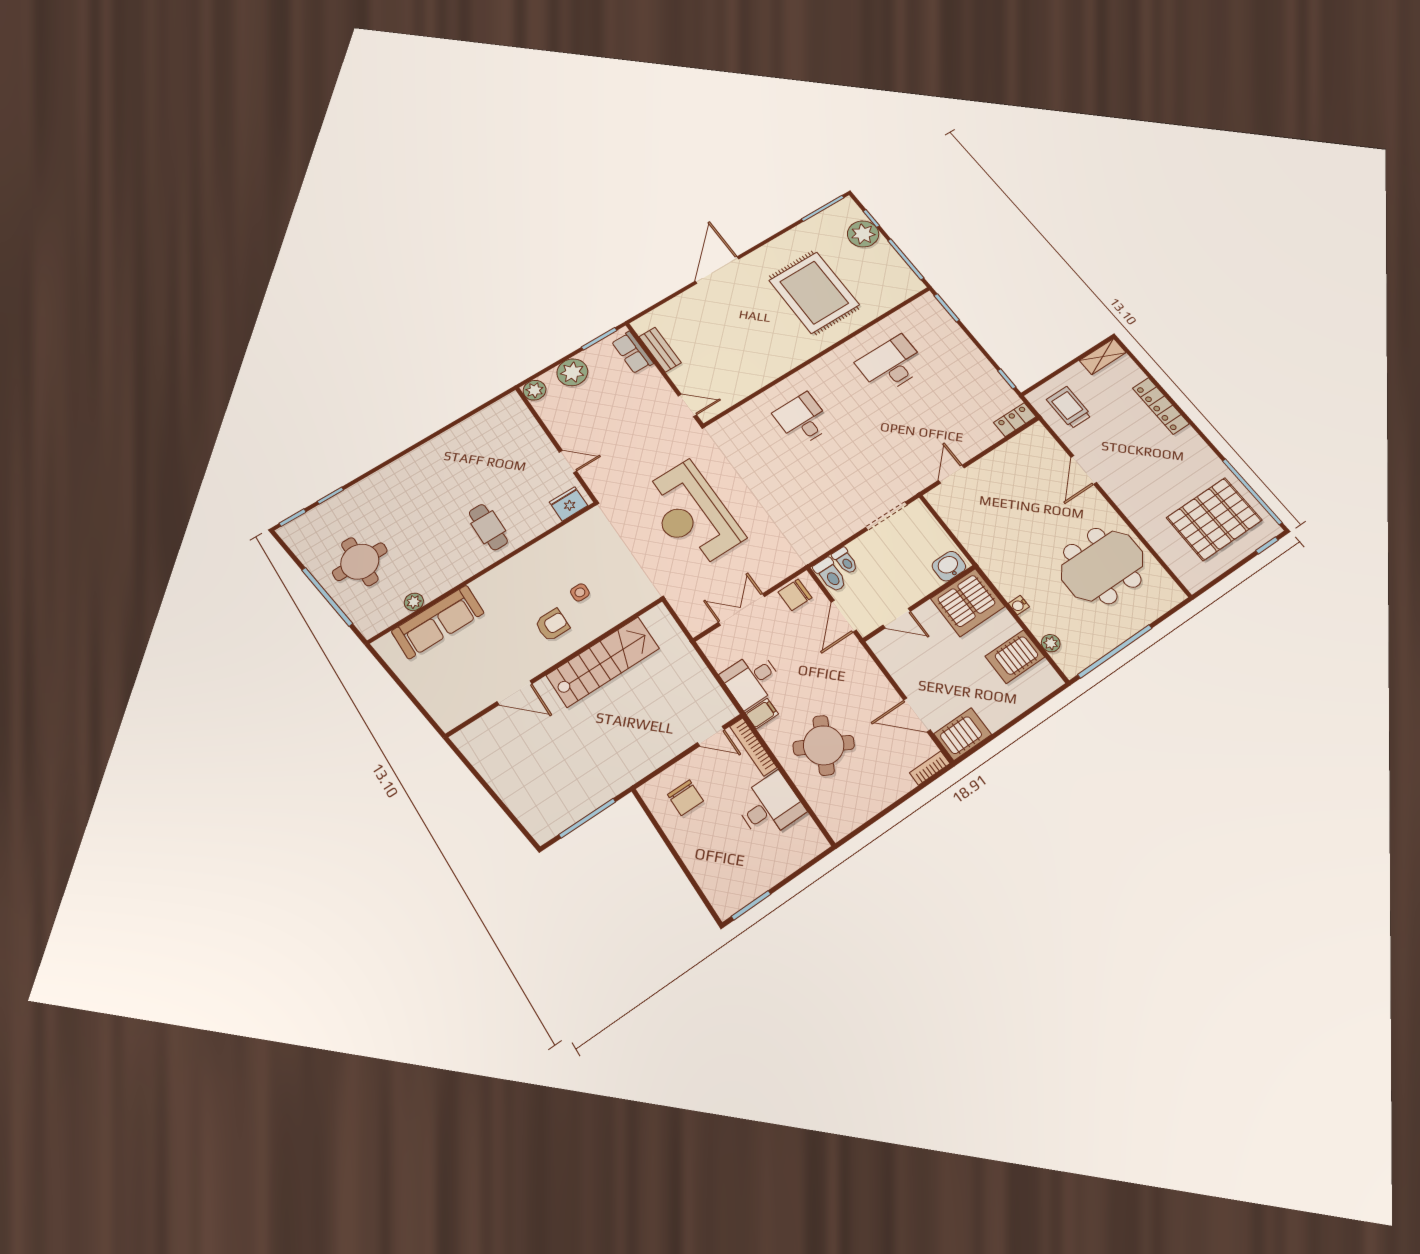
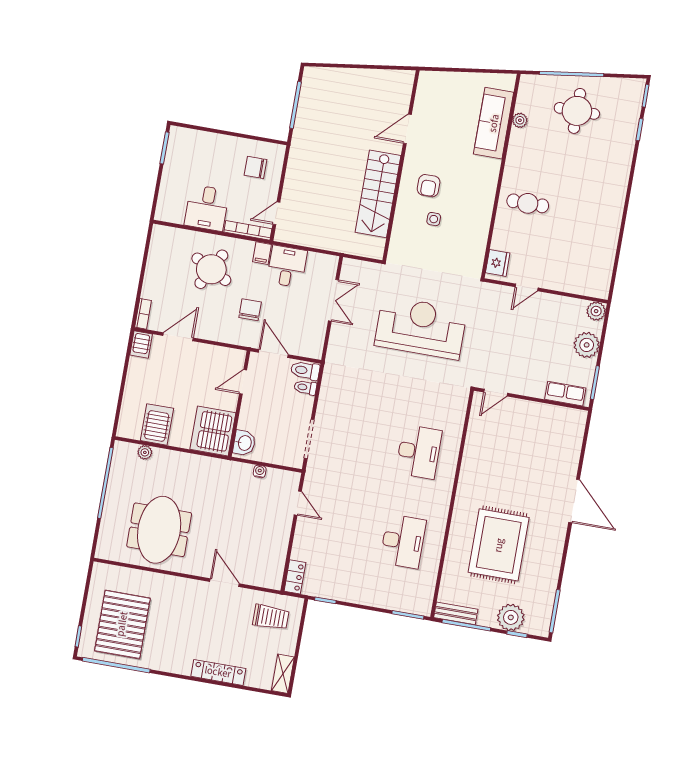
rug: (814, 293) -> (499, 545), turned 90
bench: (660, 350) -> (456, 613), moved
desk: (803, 419) -> (419, 452), width x1.37
chair: (795, 595) -> (250, 310), moved
water cooler: (1019, 605) -> (260, 471), moved
server rack: (963, 734) -> (141, 345), width x0.73, depth x0.70

